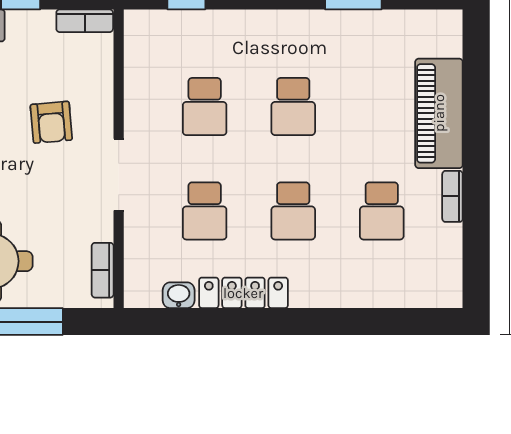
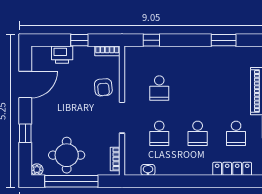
school desk: (293, 107) -> (198, 88), removed
armchair: (51, 122) -> (103, 87), moved
locker: (243, 293) -> (232, 169), moved

